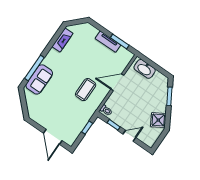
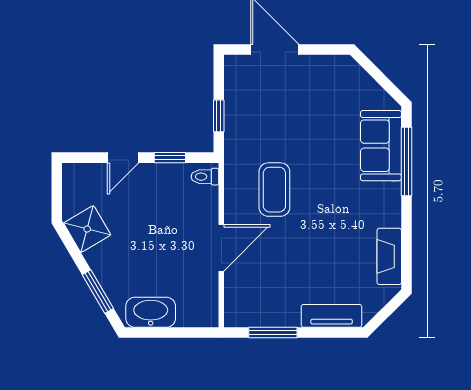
tv unit: (108, 42) -> (332, 316), moved
washbasin: (145, 69) -> (151, 312), moved

